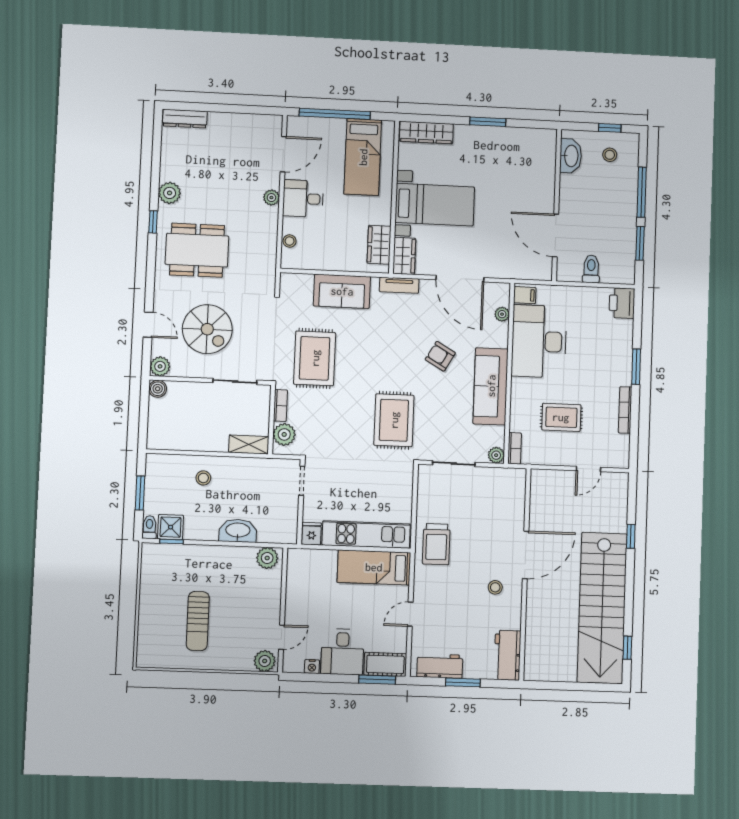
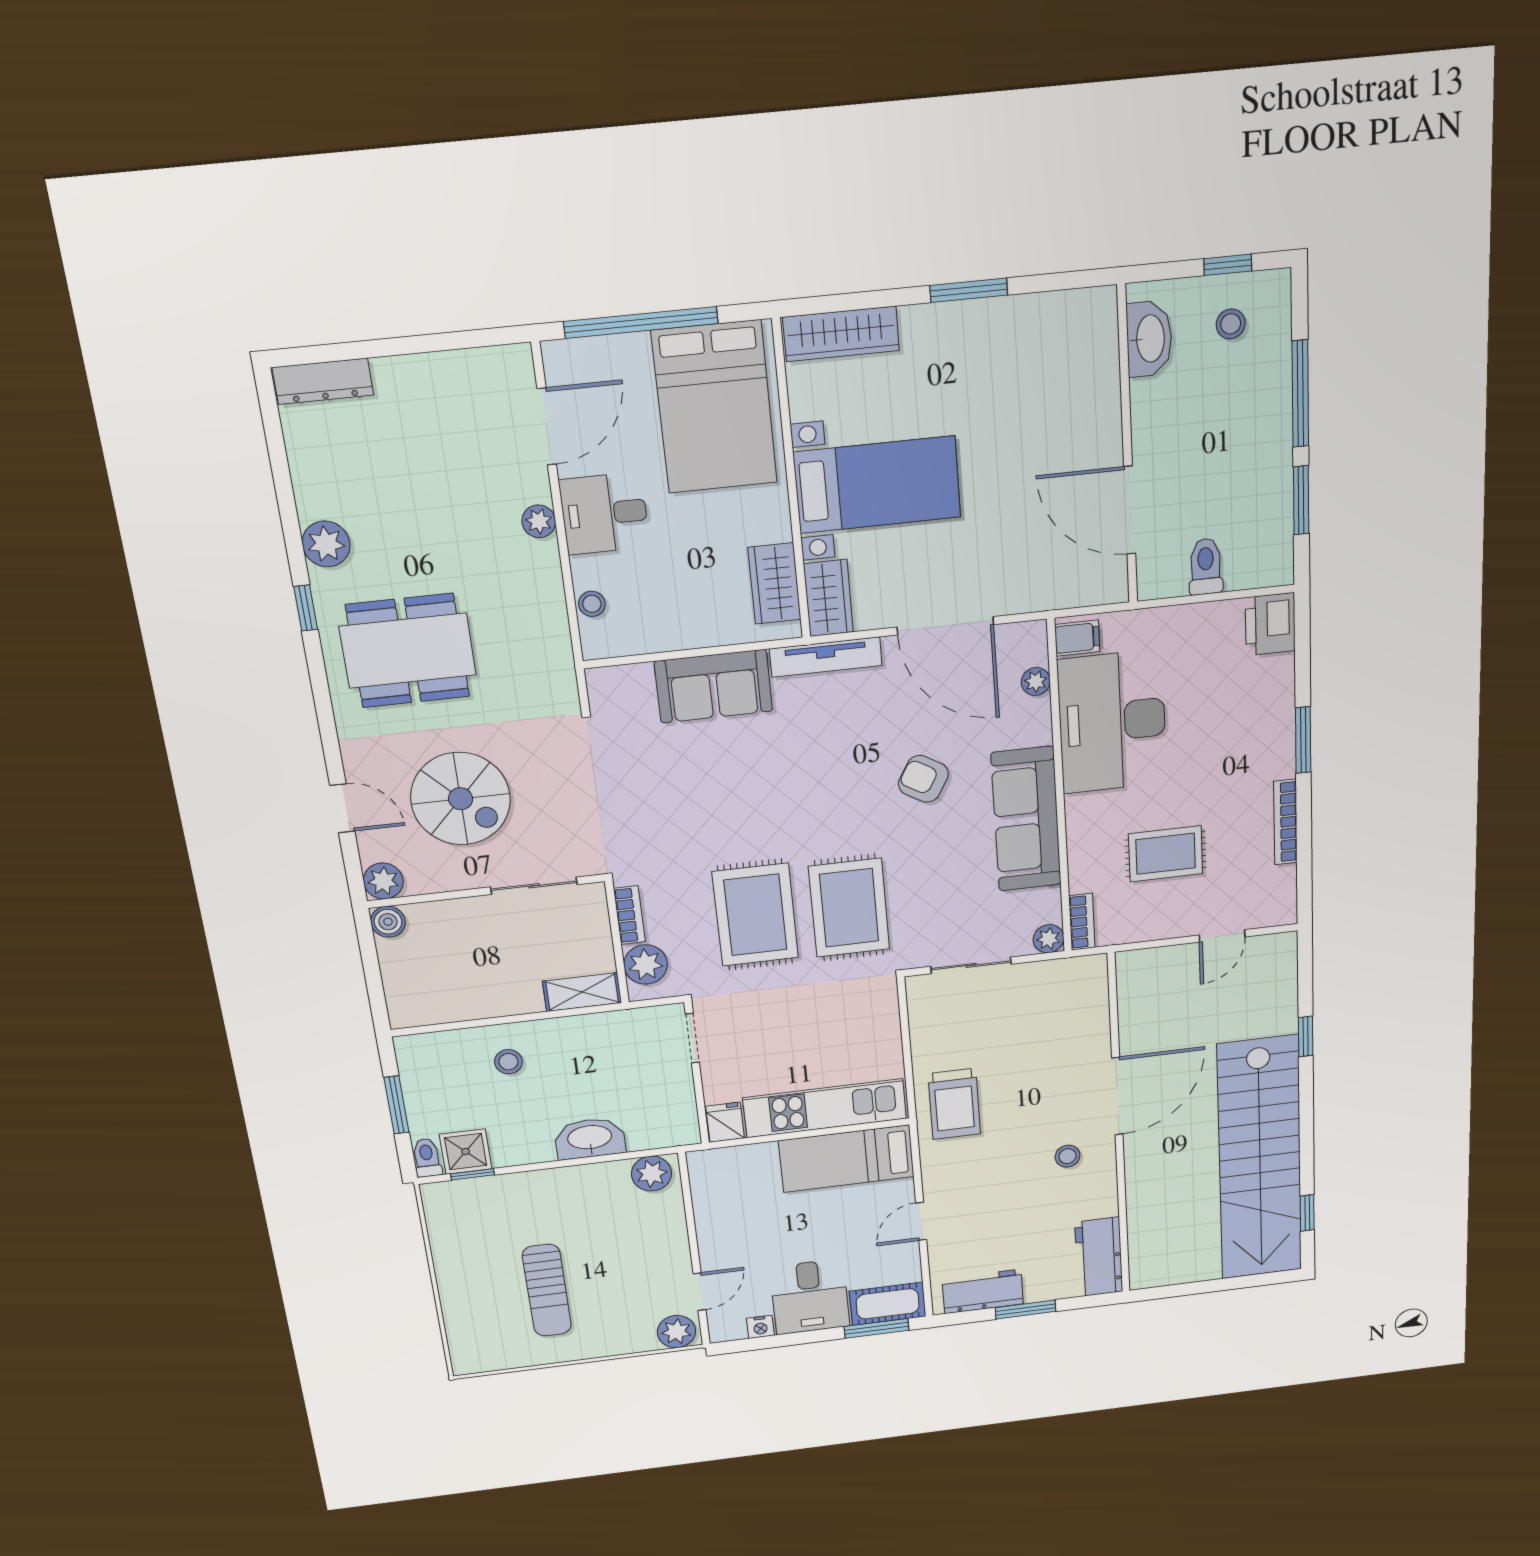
bed: (363, 157) -> (715, 407), width x1.50
tv unit: (399, 285) -> (826, 657), width x1.41
rug: (315, 358) -> (755, 915), moved

